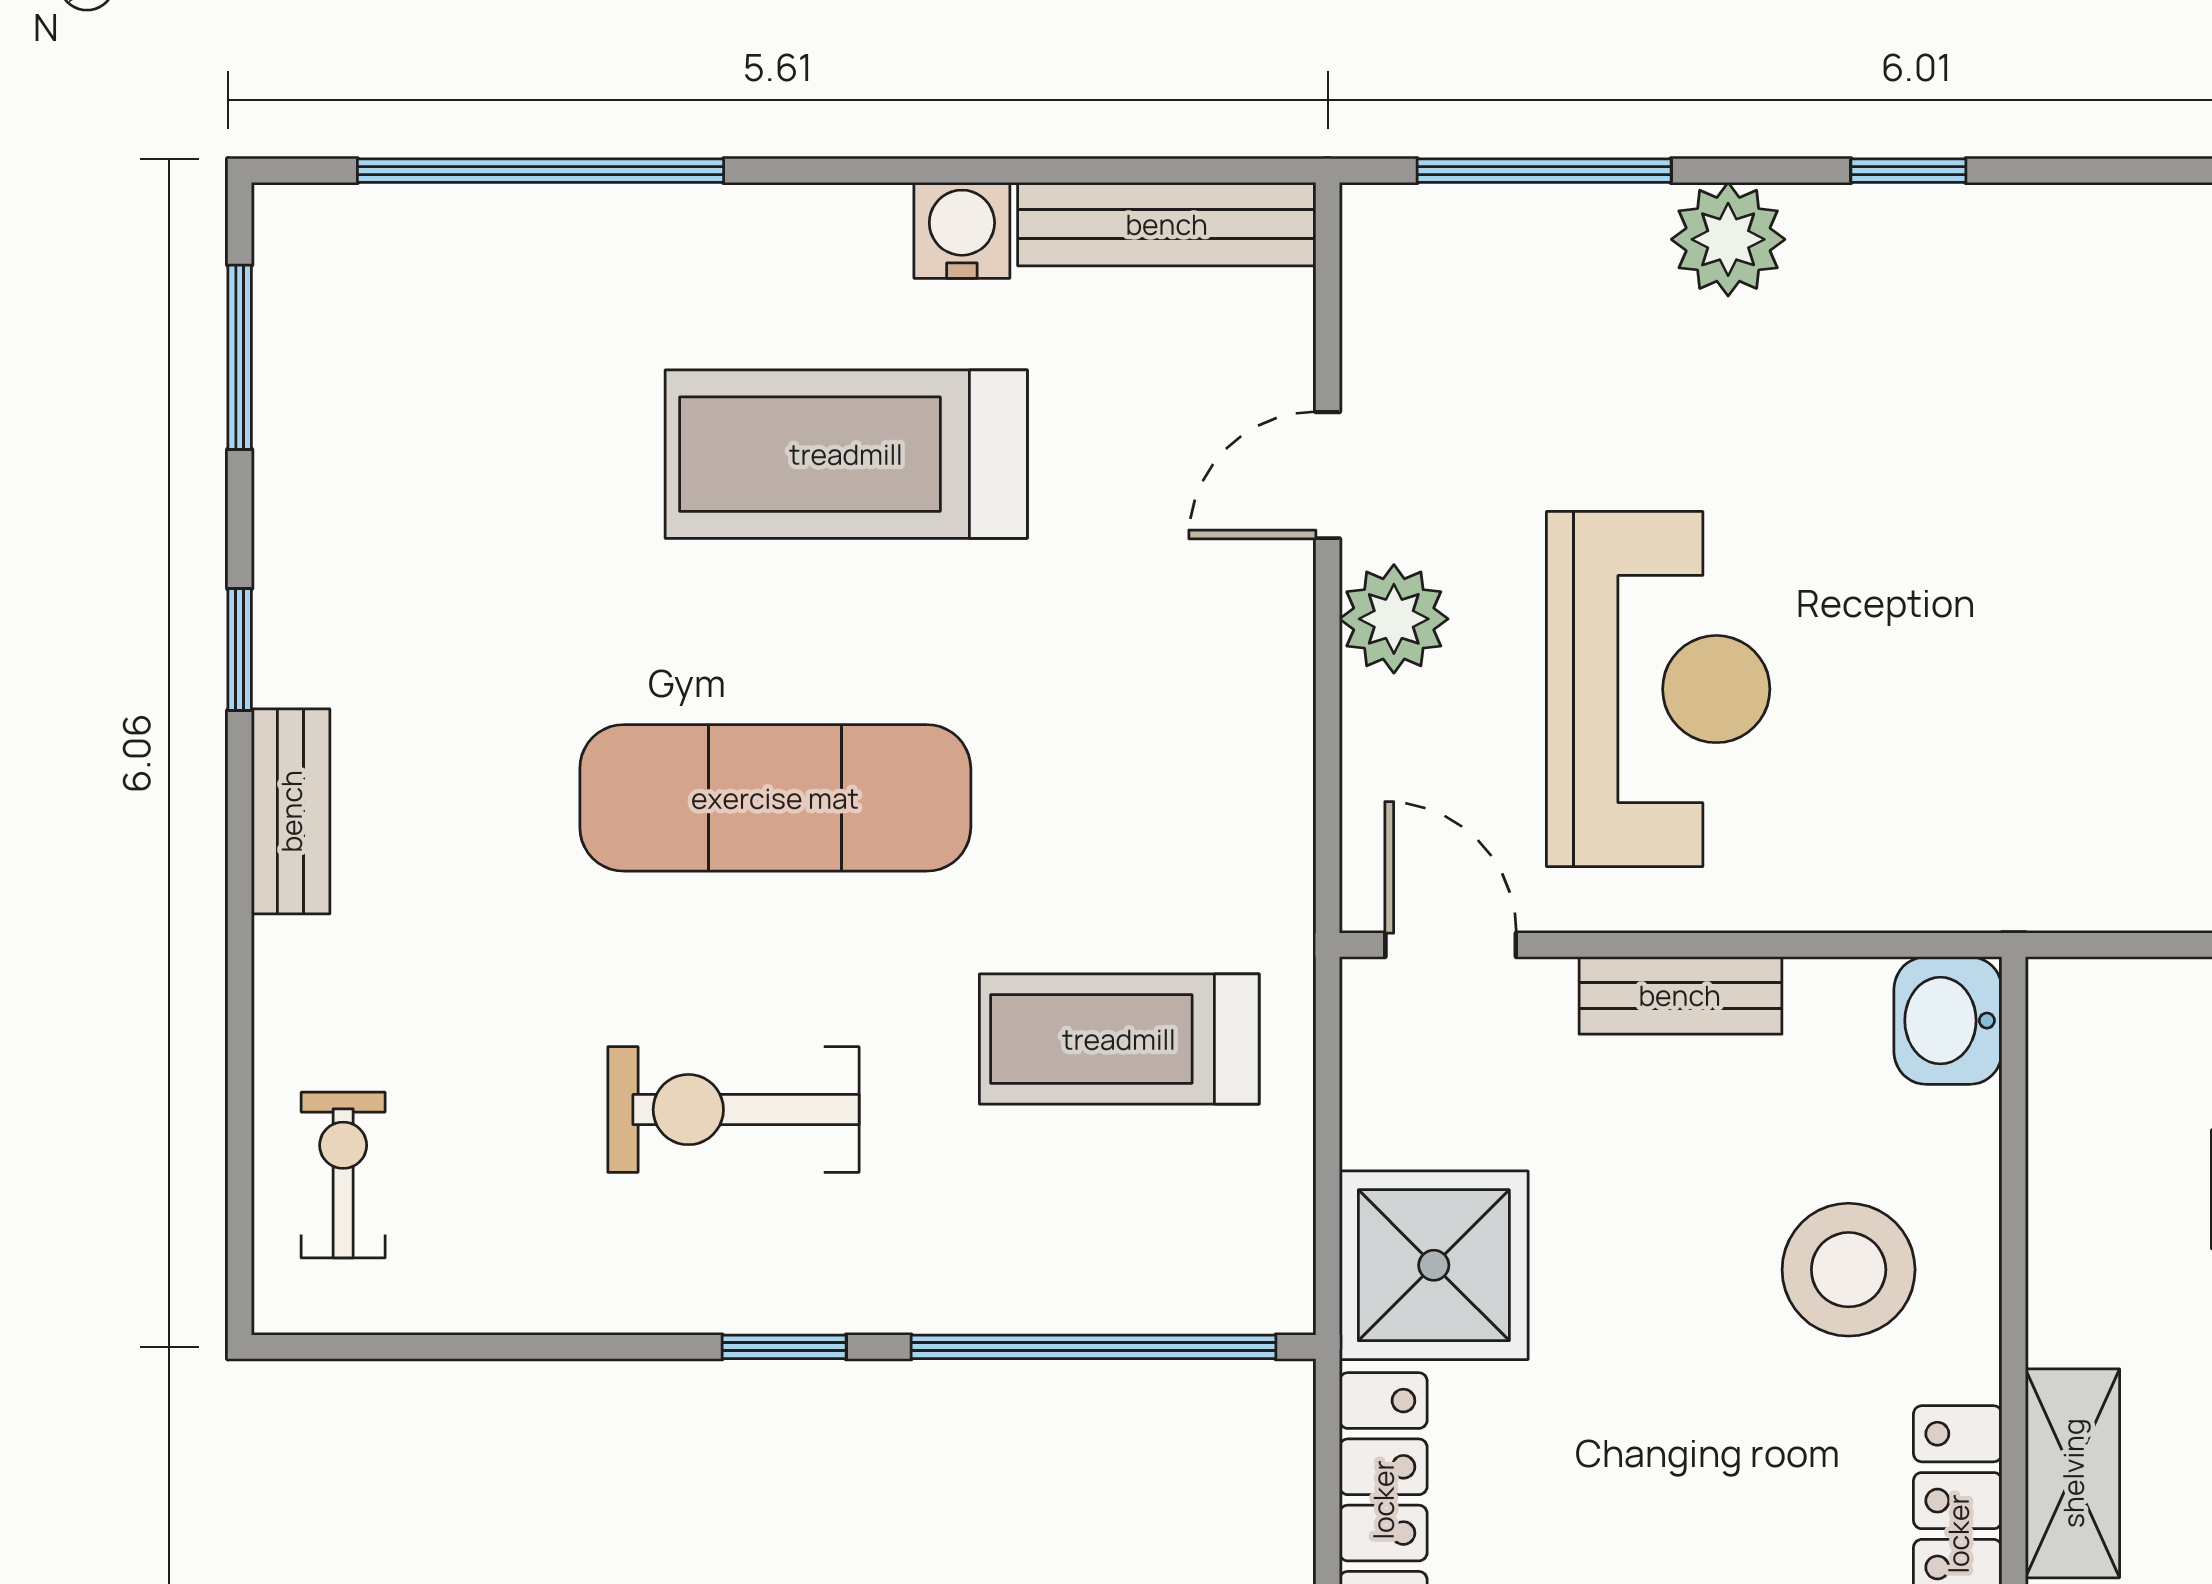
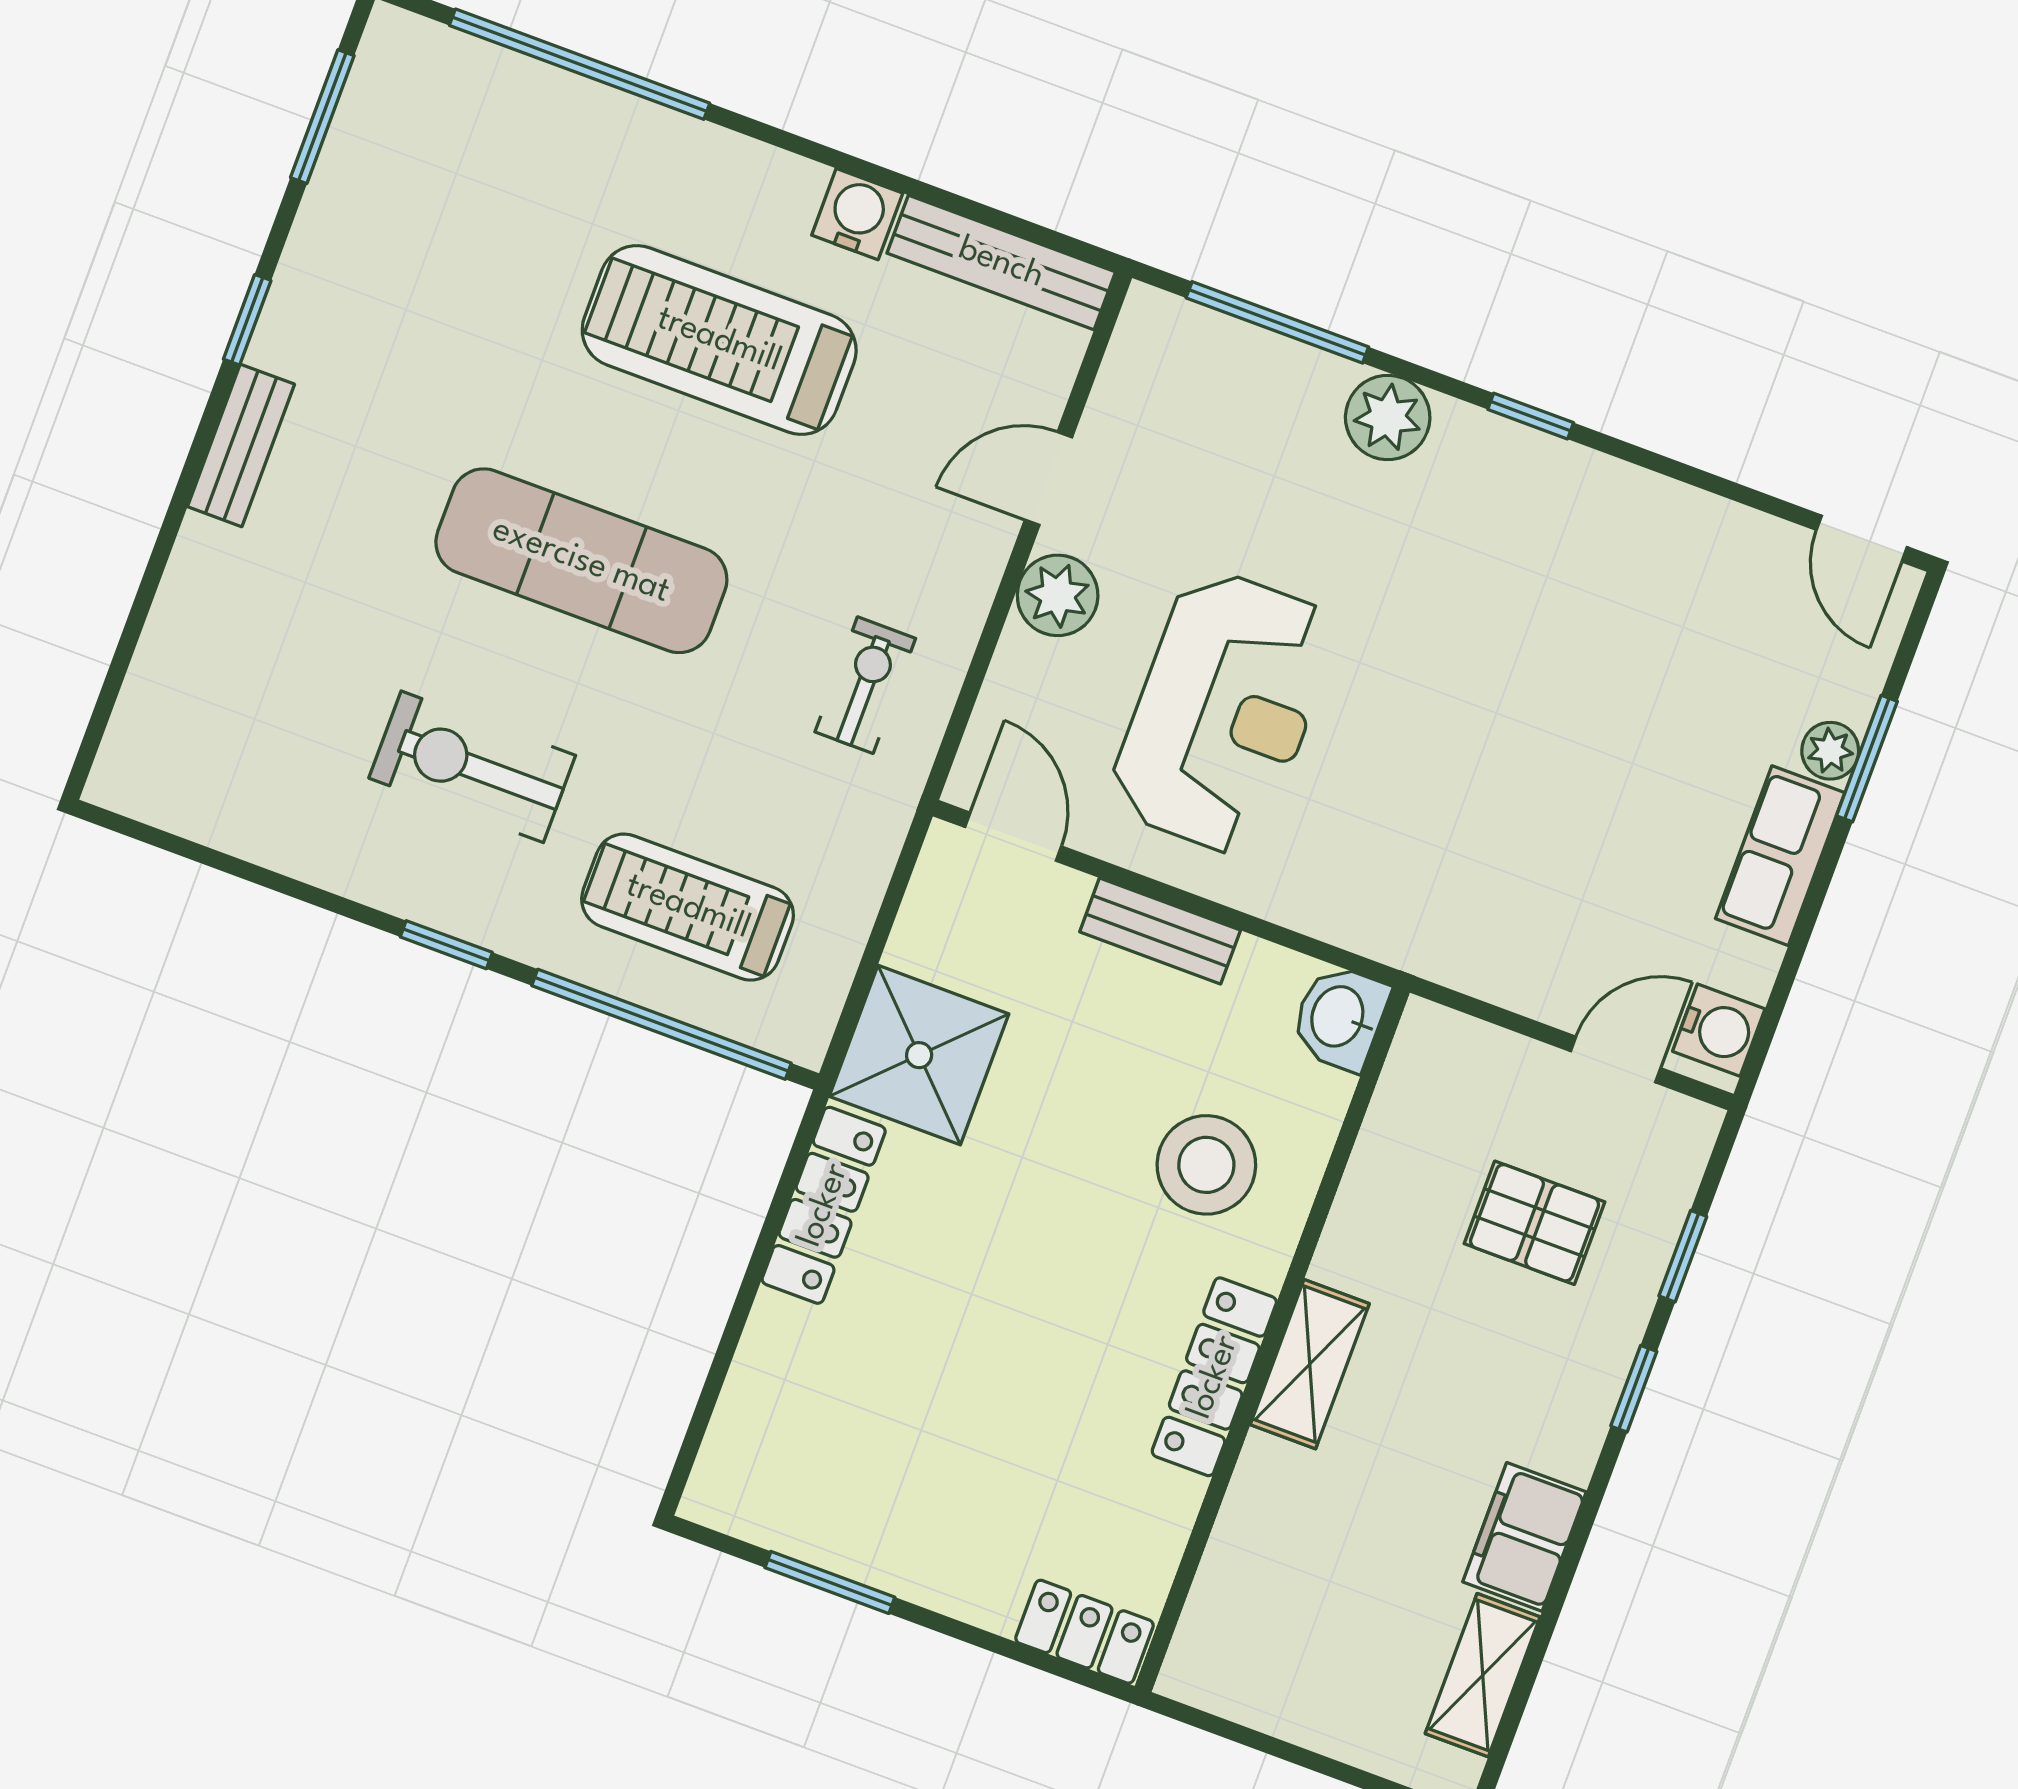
treadmill: (1119, 1039) -> (688, 907), moved
exercise bike: (343, 1175) -> (865, 685), moved

